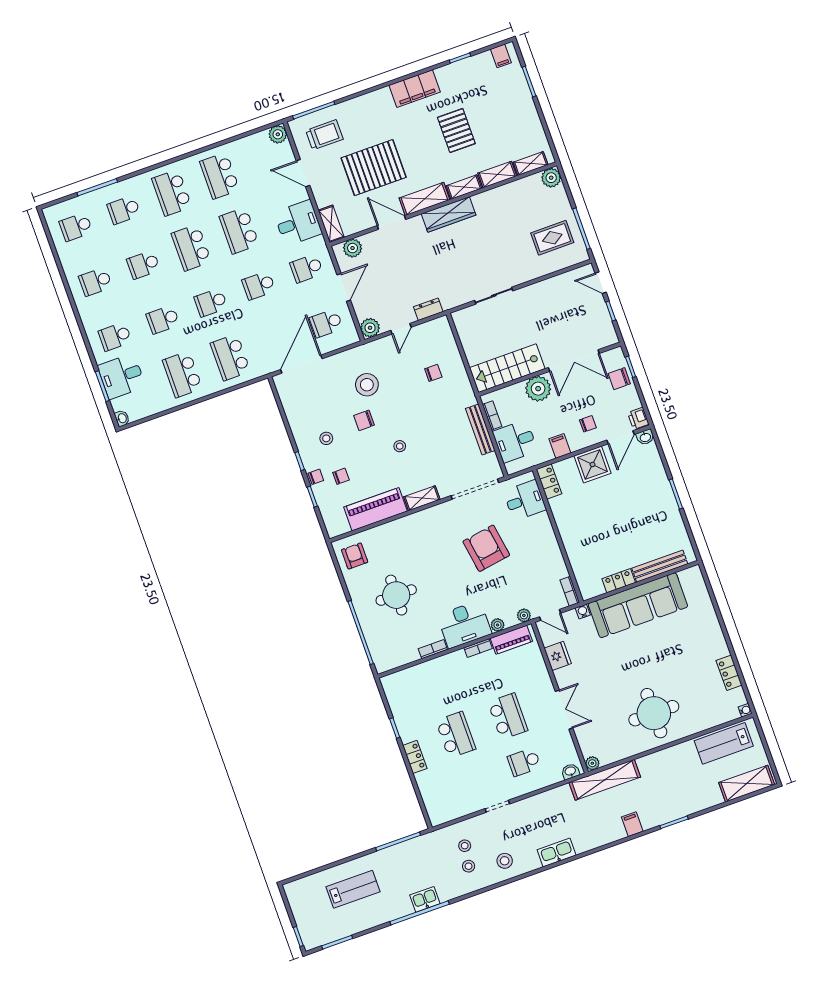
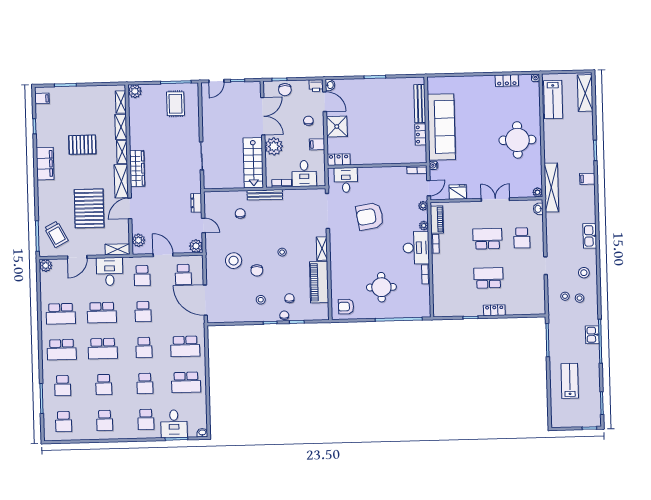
trolley: (324, 135) -> (56, 234), turned 152
bench: (480, 429) -> (265, 195), moved

